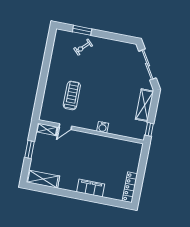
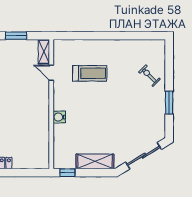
window: (82, 30) -> (169, 103), moved

